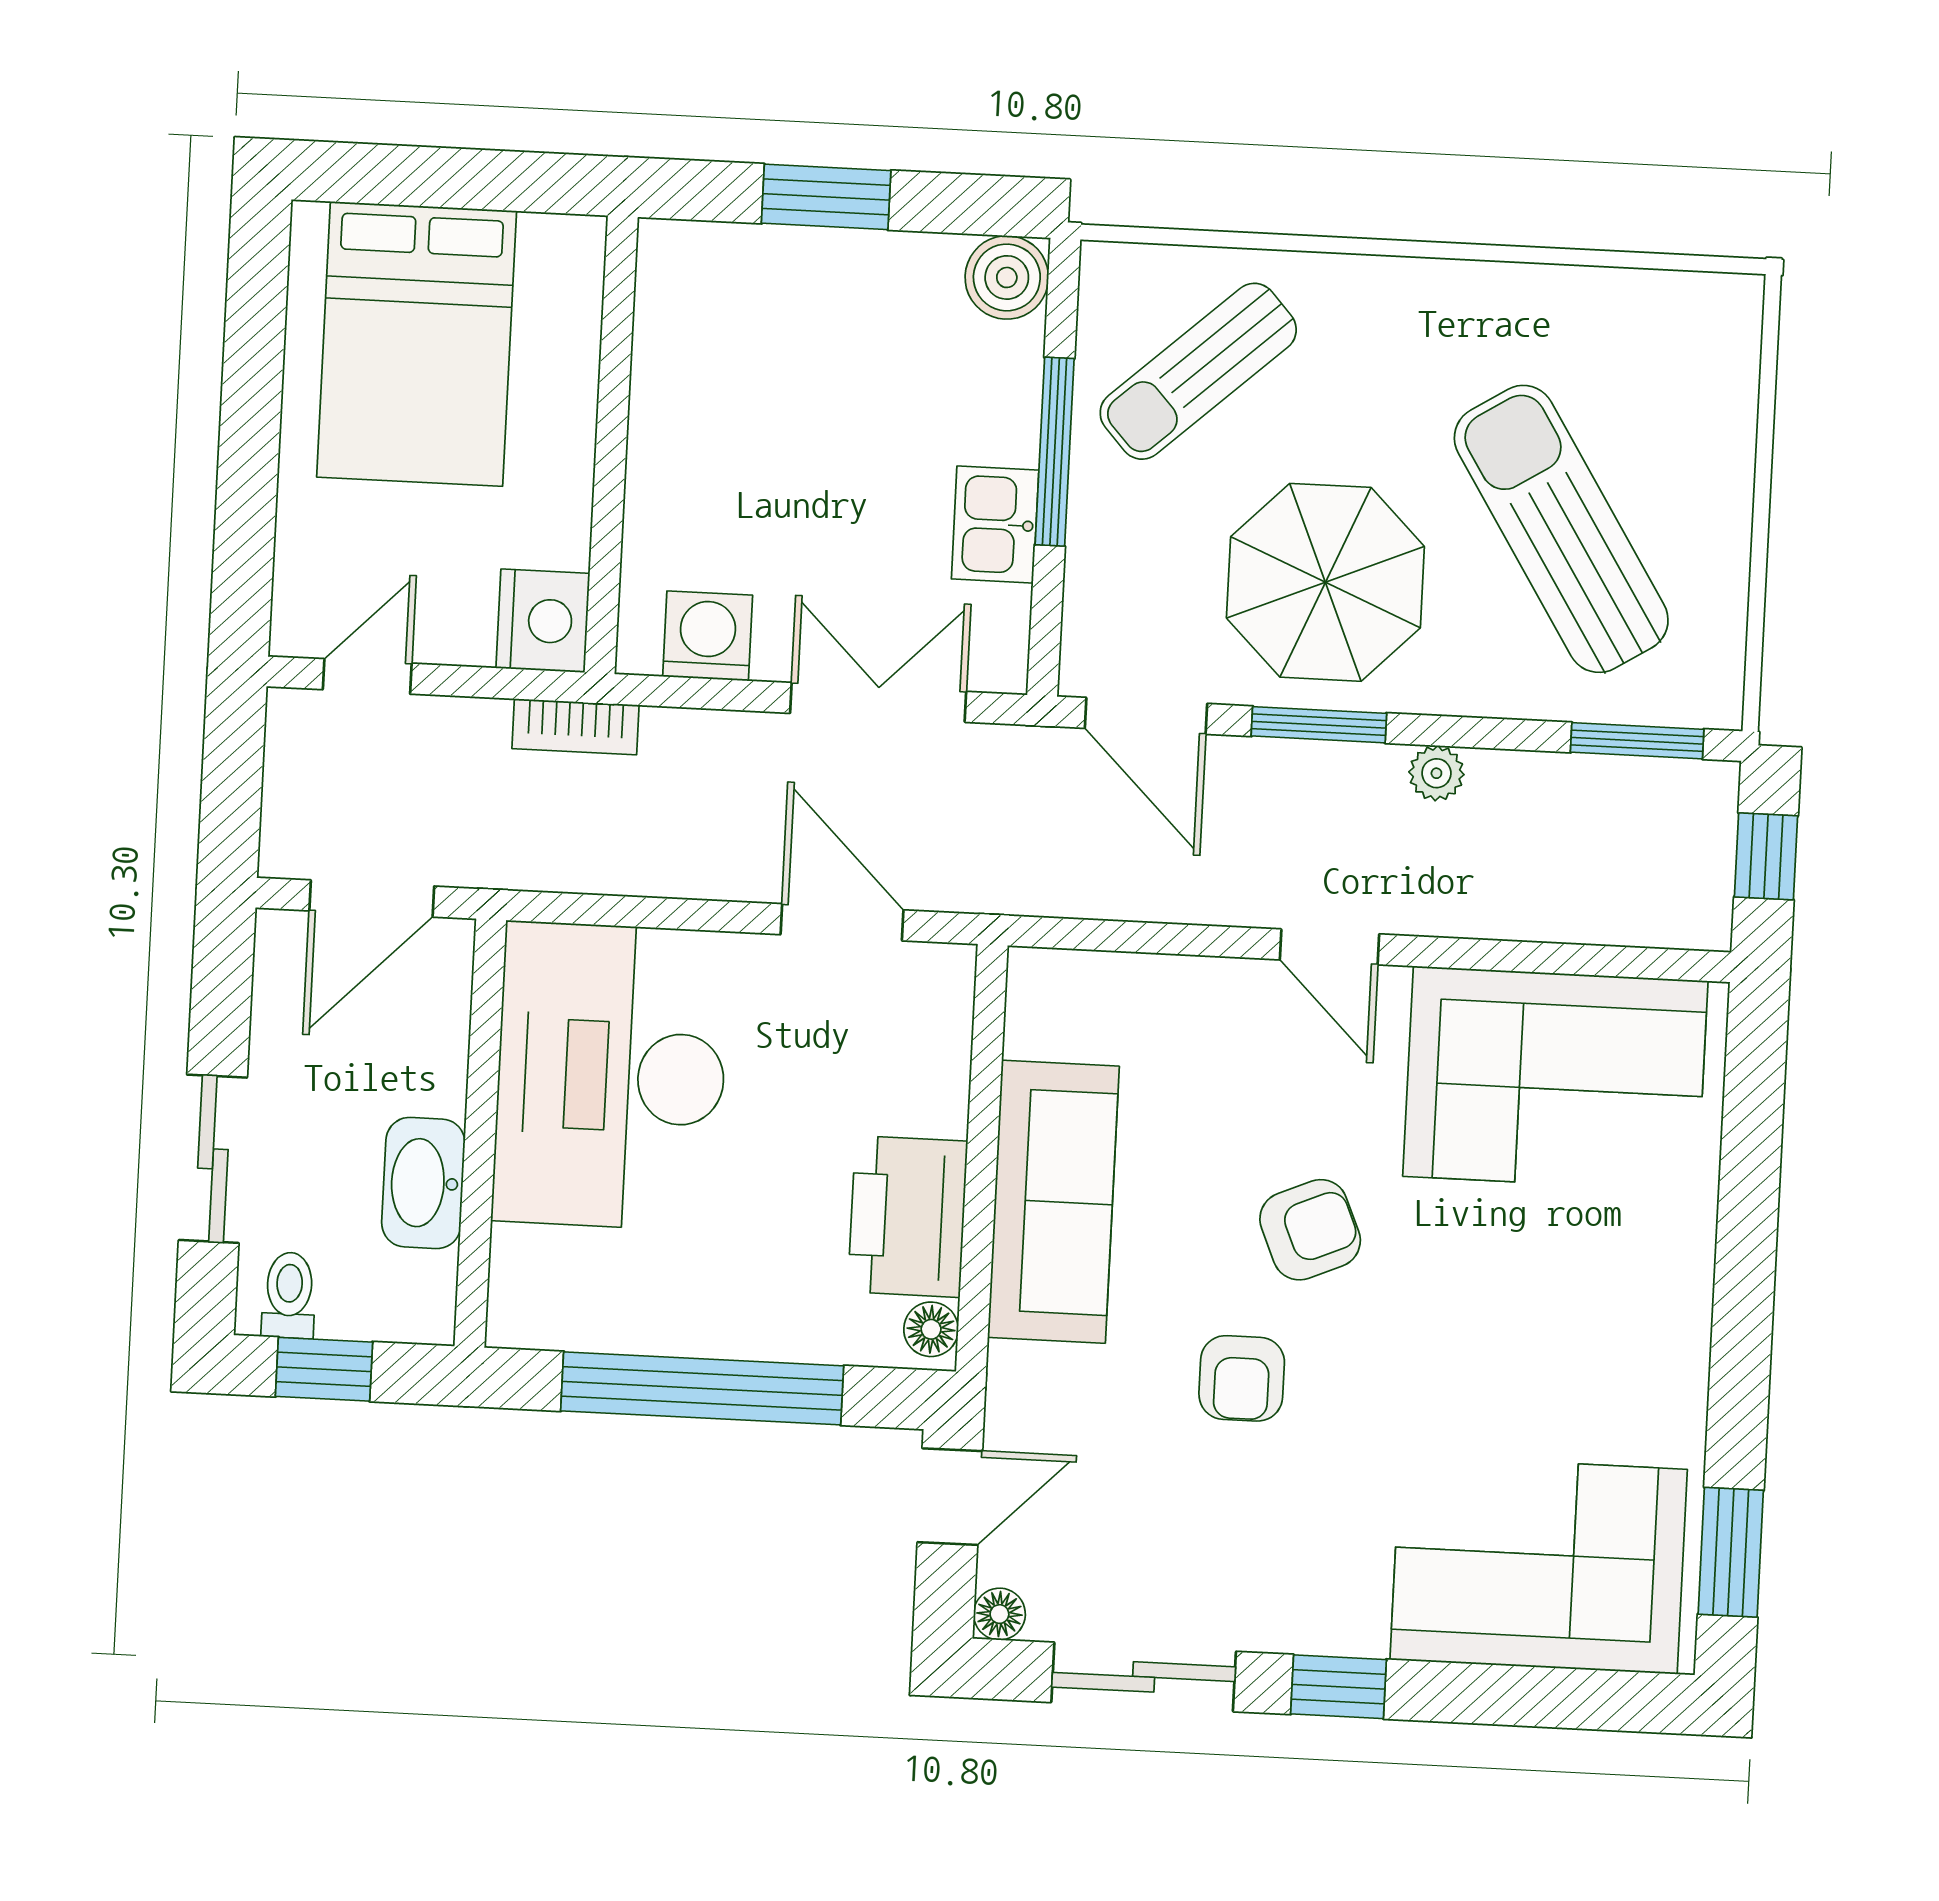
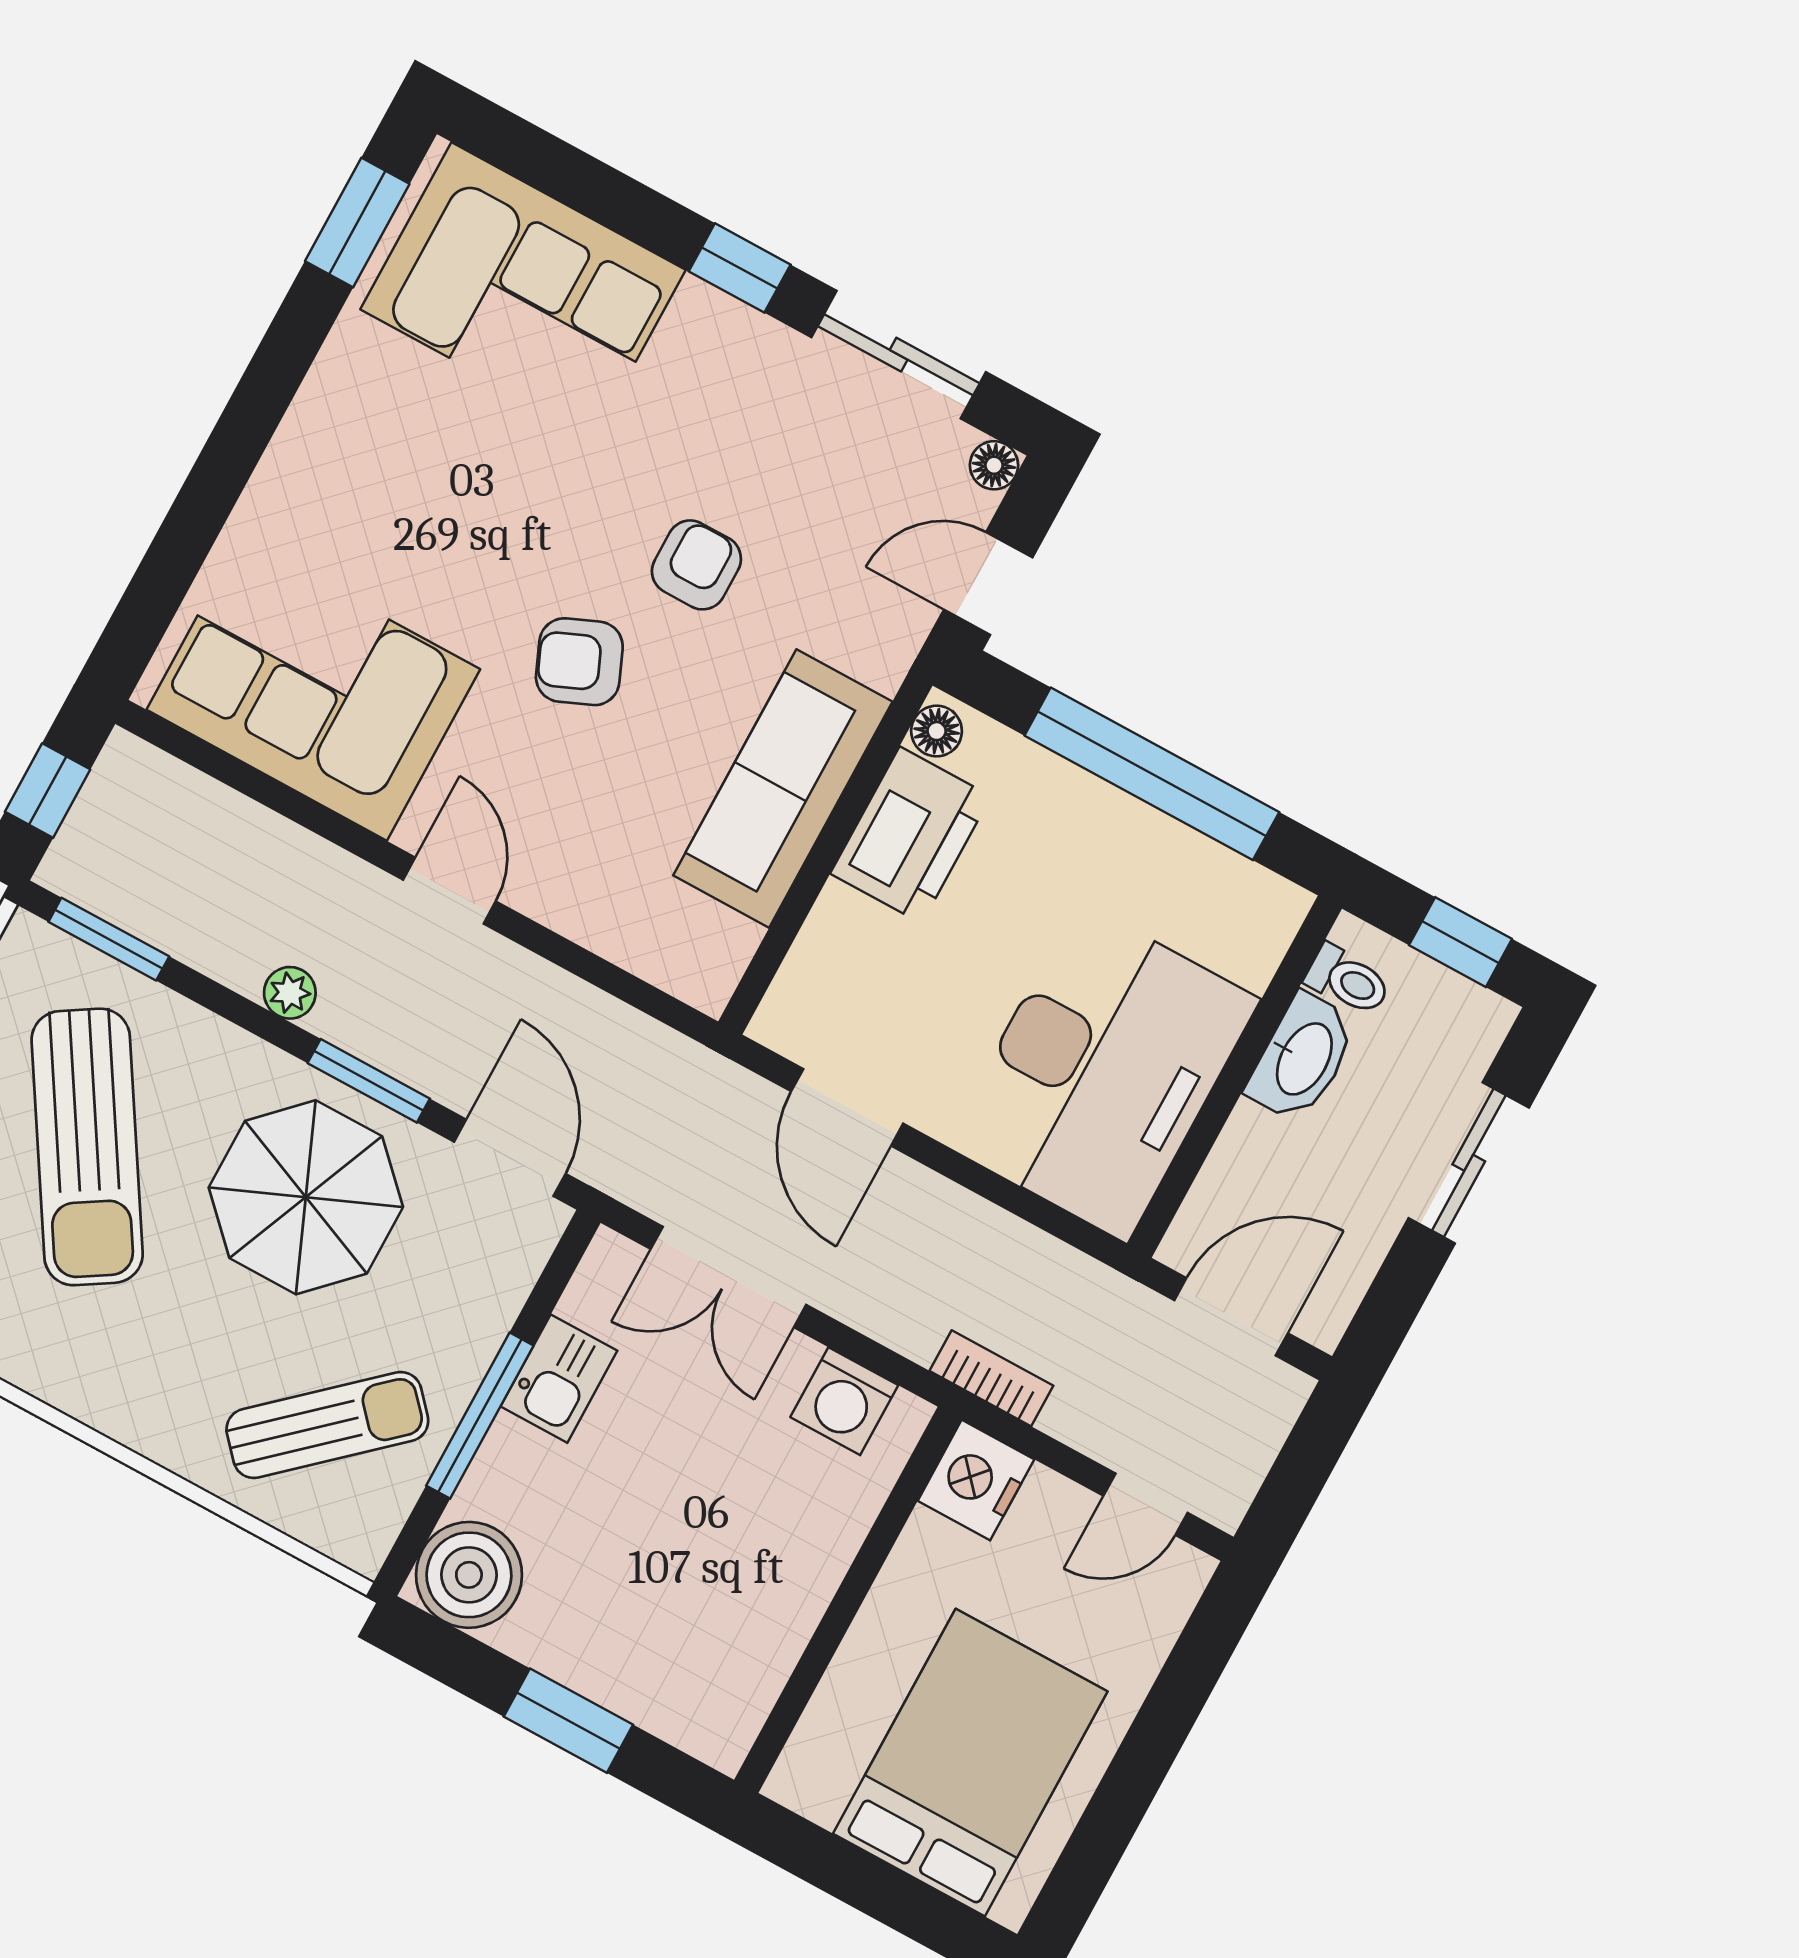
boiler: (1007, 277) -> (469, 1575), width x1.37, depth x1.37
toilet: (289, 1295) -> (1348, 980), moved, turned -90

